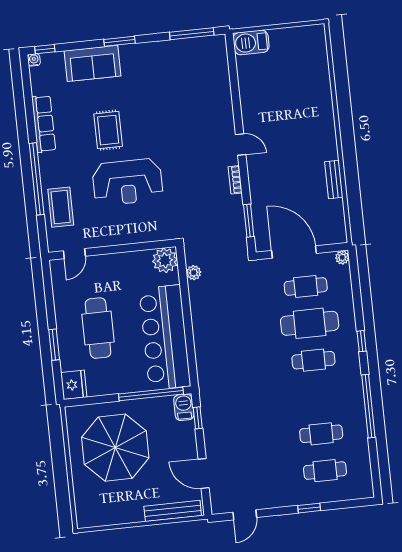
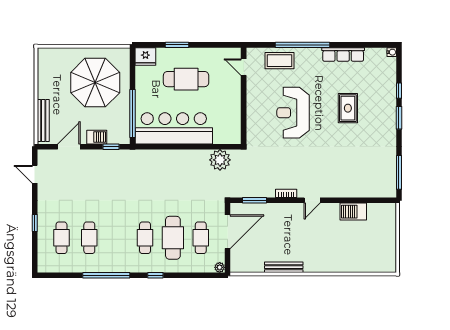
barbecue: (251, 42) -> (353, 212), moved, turned -90
window: (45, 49) -> (399, 91), moved
sofa: (93, 63) -> (385, 96), removed
rug: (108, 130) -> (348, 108), moved, turned 90
bench: (334, 180) -> (284, 267), width x1.36
plant: (165, 260) -> (231, 134), removed
plant: (194, 273) -> (220, 160), width x1.87, depth x1.87
barbecue: (184, 407) -> (97, 137), moved

